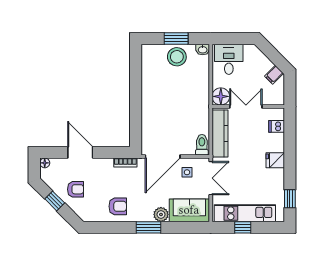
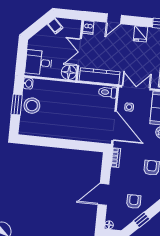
dishwasher: (277, 126) -> (88, 27), moved
door: (290, 143) -> (114, 19), added
fridge: (275, 160) -> (140, 34), moved

